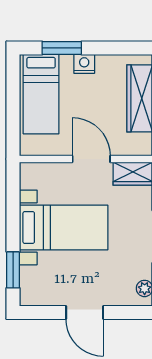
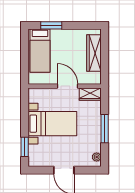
nightstand: (84, 64) -> (64, 34), removed

